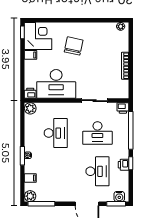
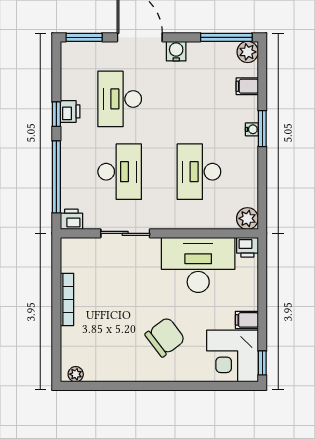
chair: (74, 46) -> (165, 337), turned -139
desk: (97, 133) -> (120, 172), turned 90
water cooler: (119, 197) -> (176, 51), moved

